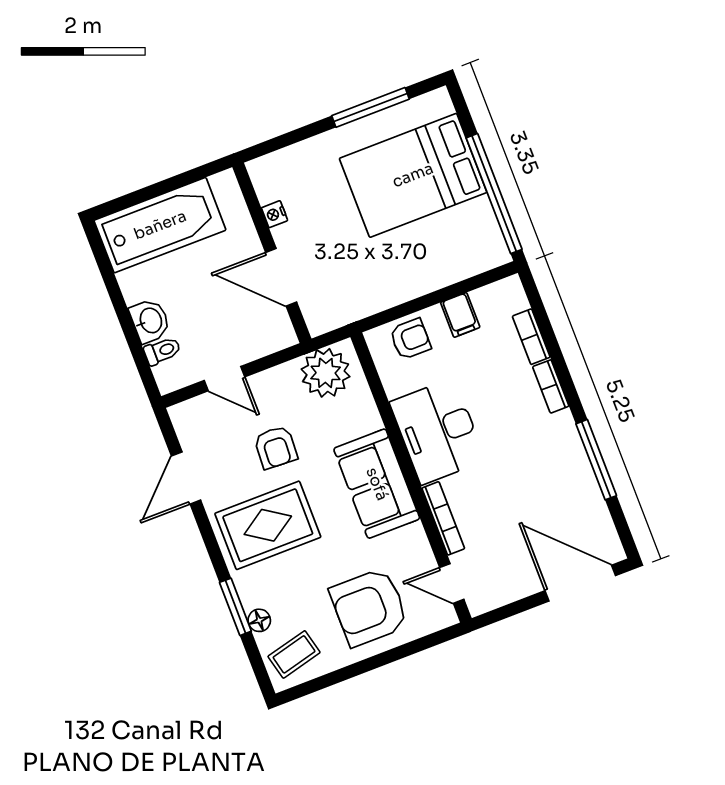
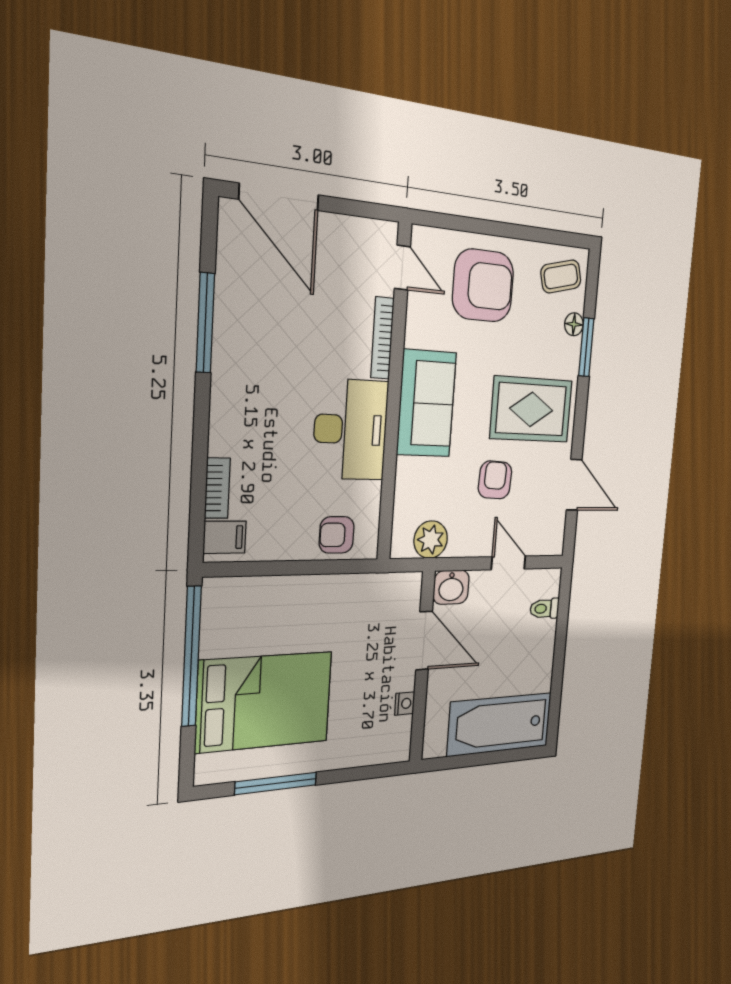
filing cabinet: (460, 315) -> (225, 537), moved, turned 90
washbasin: (150, 321) -> (451, 587), moved, turned -90
plant: (326, 373) -> (431, 540), width x0.73, depth x0.73
bookcase: (551, 386) -> (220, 426), removed
door: (186, 478) -> (574, 485), hinge flipped

